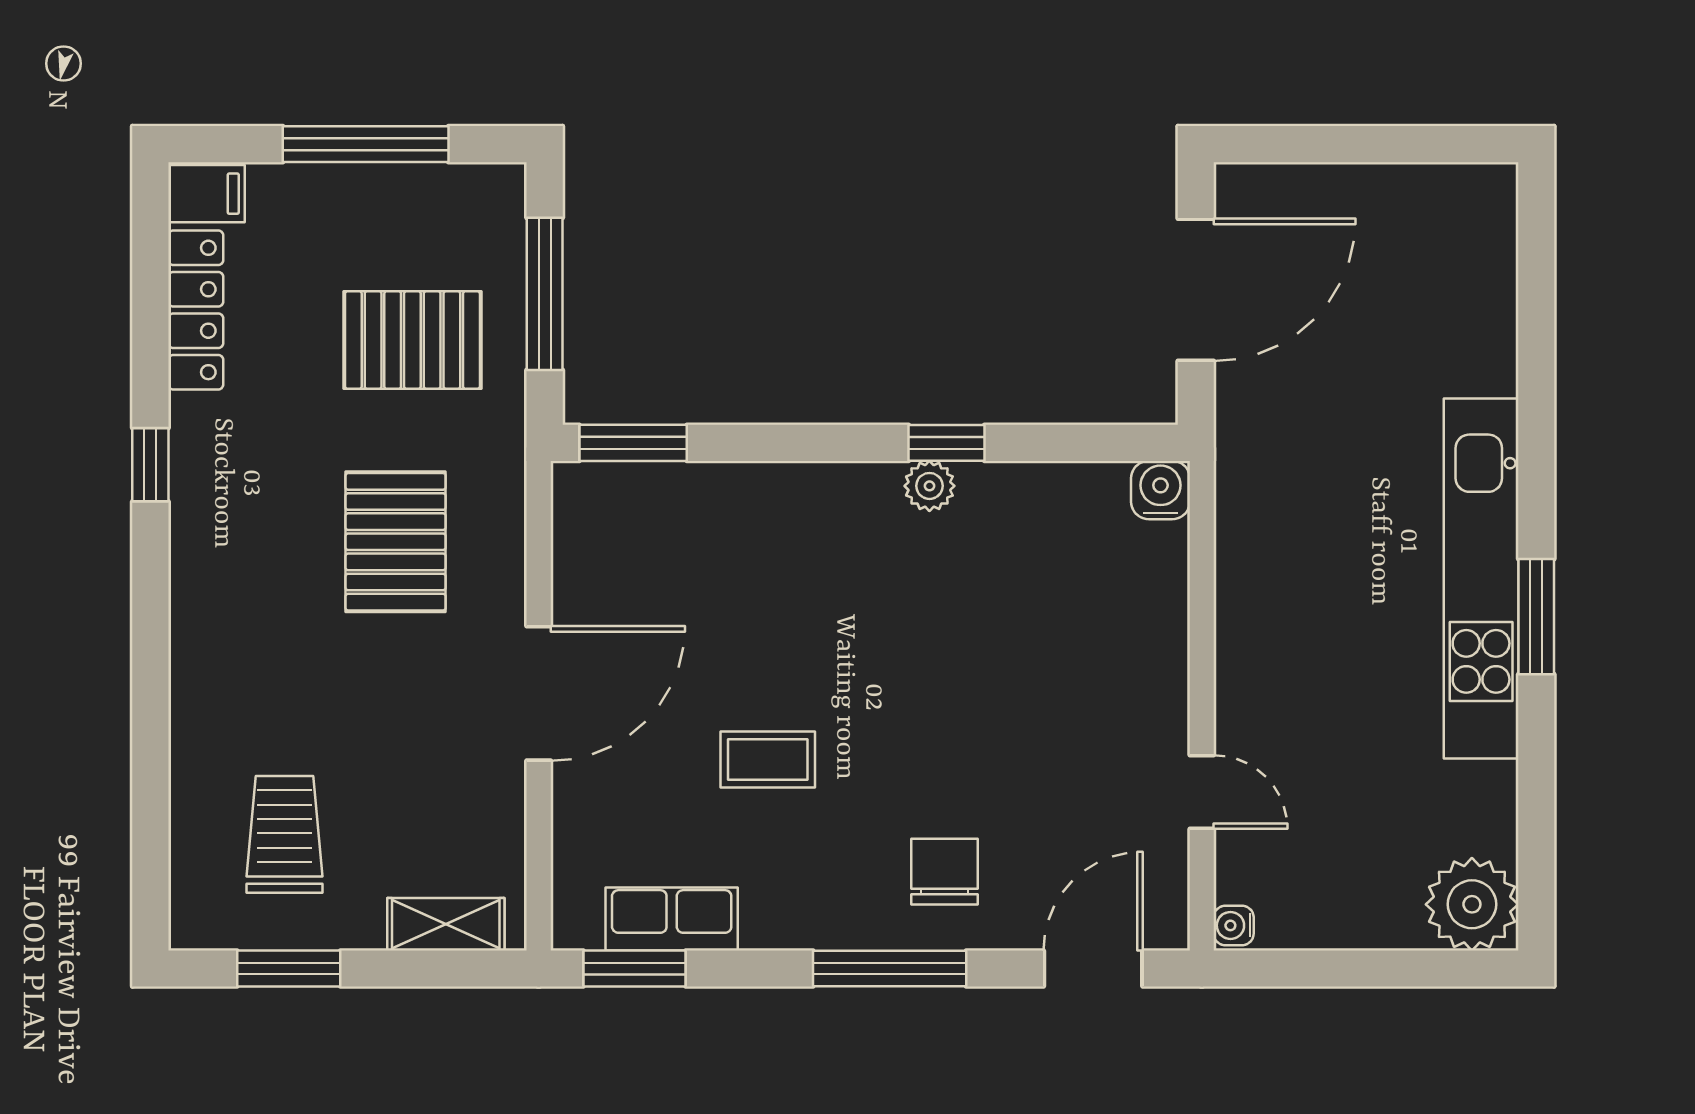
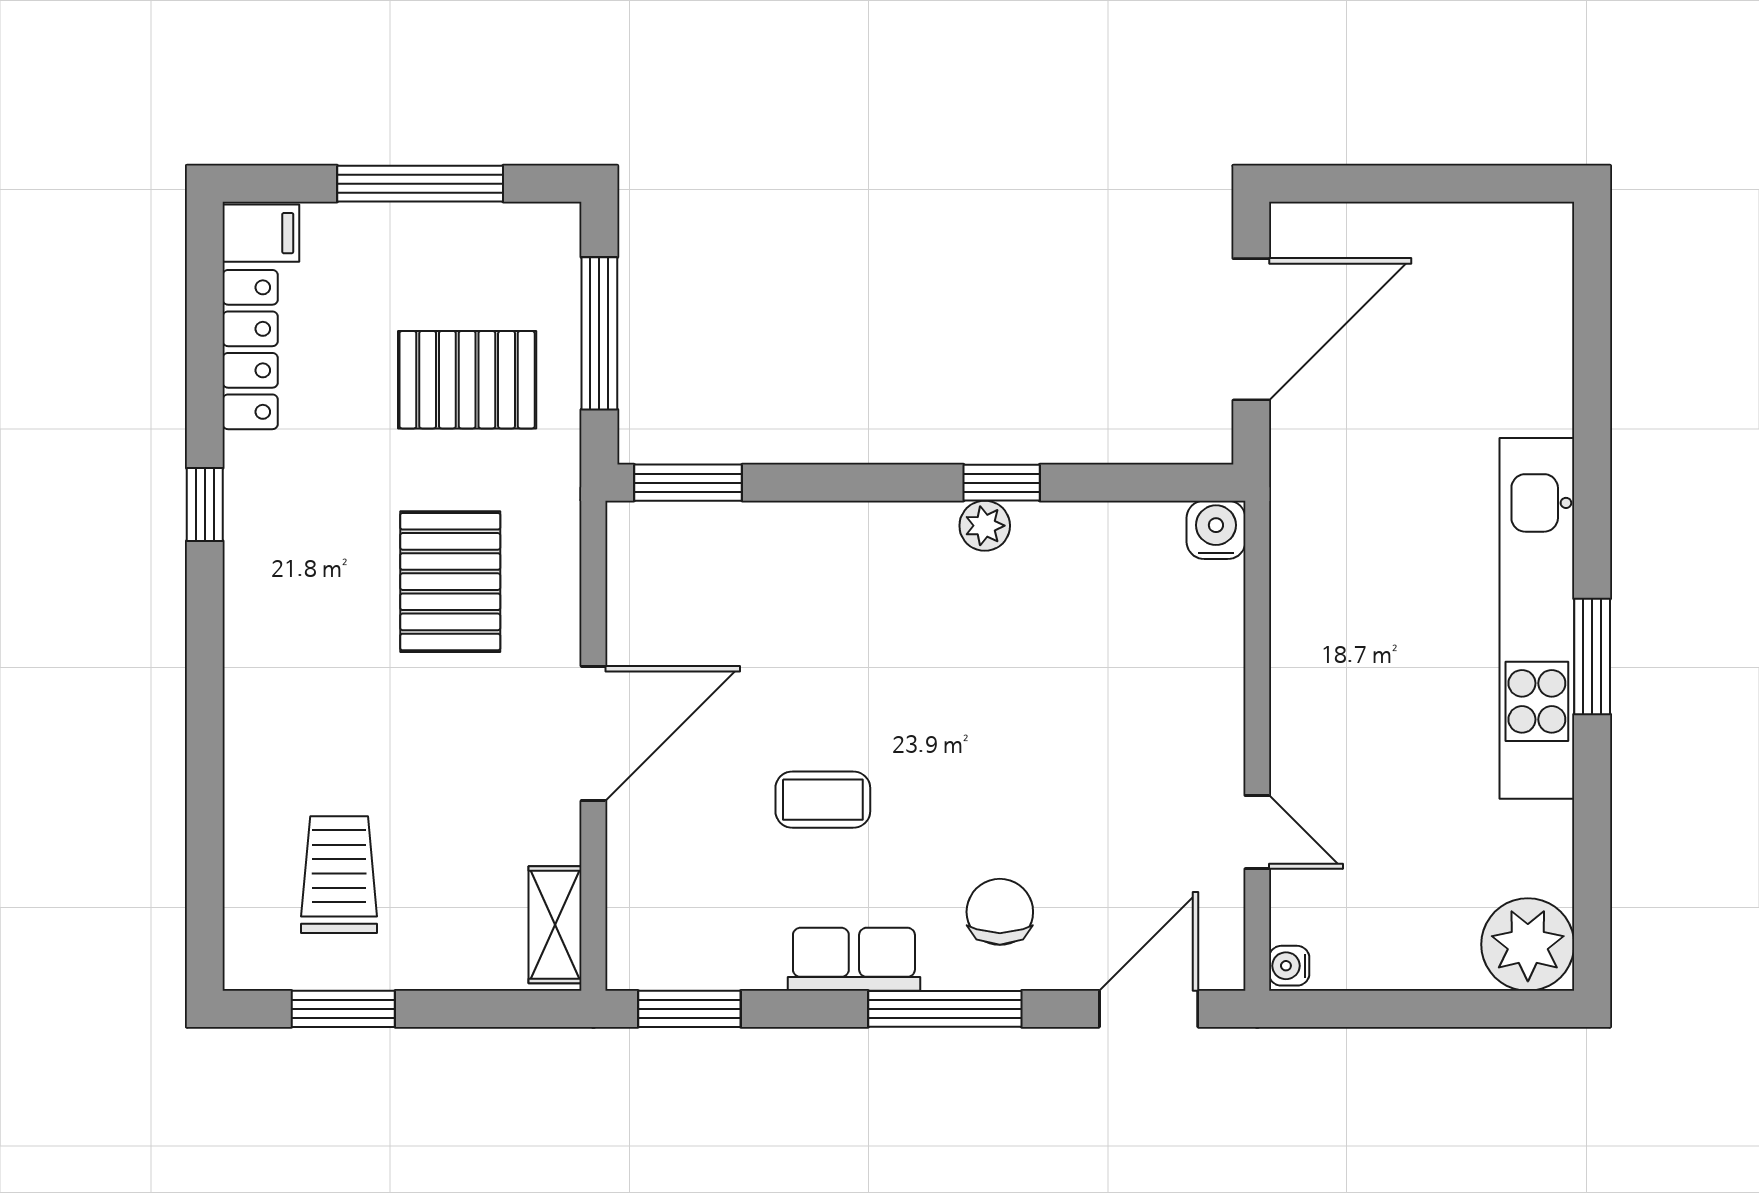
row of seats: (672, 919) -> (854, 959), moved
shelving: (446, 924) -> (555, 925), moved, turned 90

